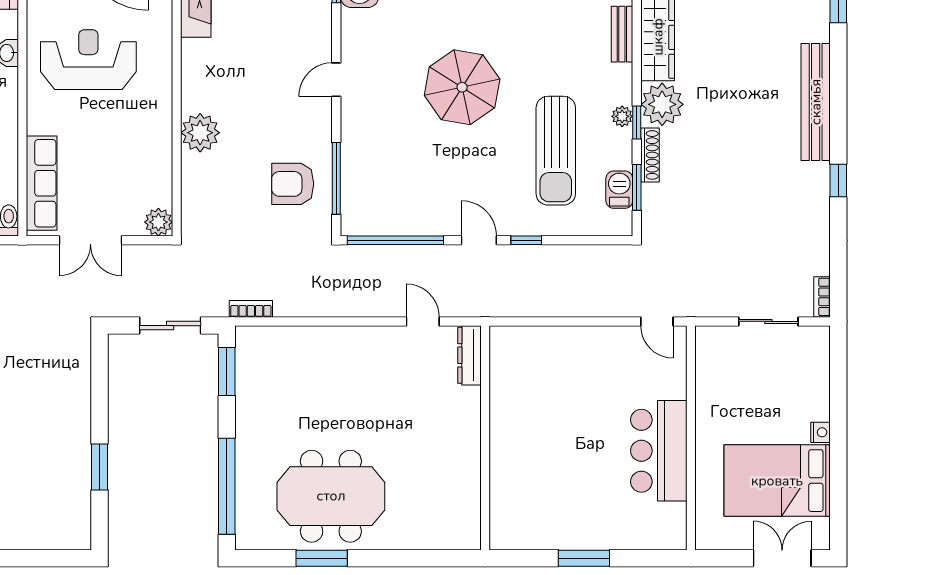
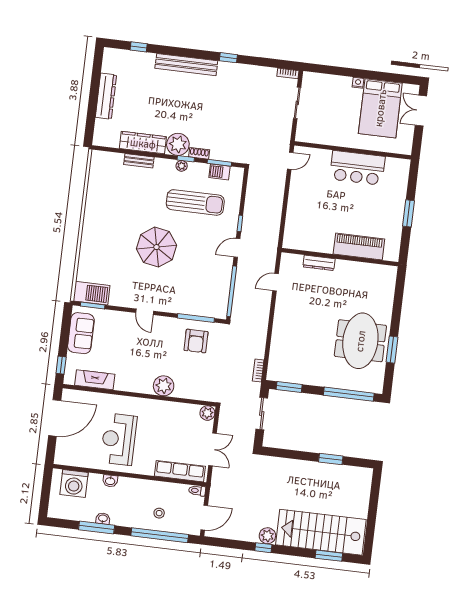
shoe rack: (650, 155) -> (199, 153), width x0.70
dresser: (469, 355) -> (319, 263), moved
piano: (510, 472) -> (359, 247), added

